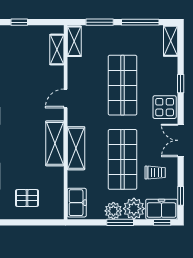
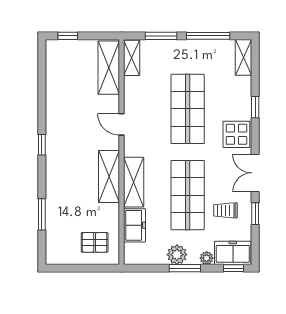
shelving: (57, 50) -> (109, 68), width x1.50, depth x1.33
door: (66, 98) -> (122, 124), hinge flipped
trolley: (155, 173) -> (226, 210), turned 180
window: (181, 196) -> (255, 214), moved
pallet: (27, 198) -> (95, 242), moved
freezer: (77, 203) -> (134, 225), moved
plant: (134, 209) -> (207, 258), width x0.53, depth x0.53

